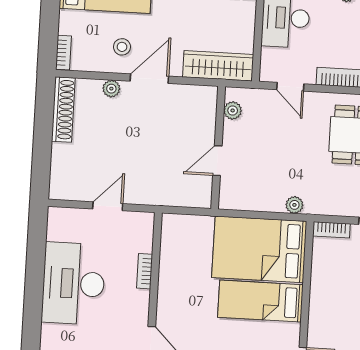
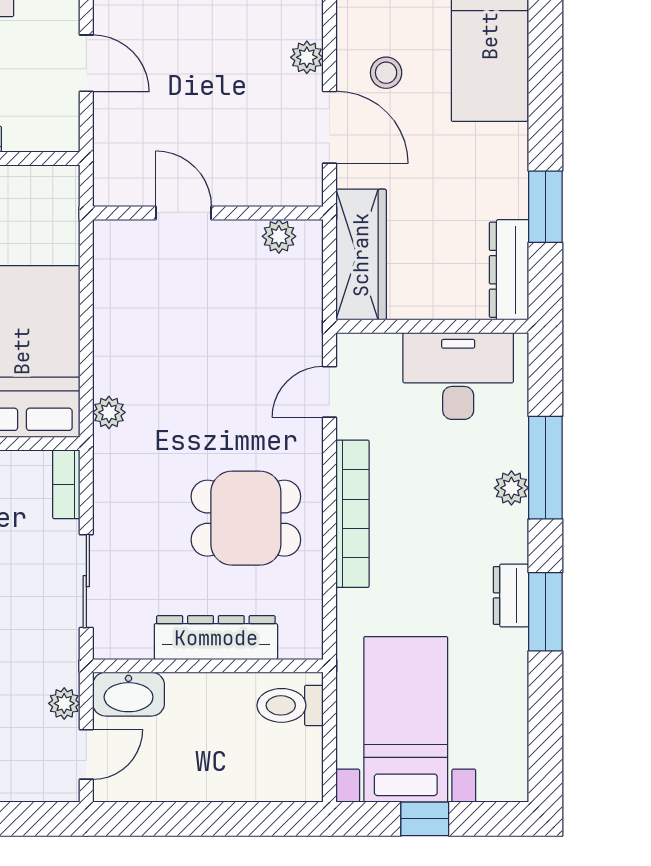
plant: (233, 110) -> (279, 236), moved
wall: (218, 148) -> (208, 213), moved
door: (217, 161) -> (184, 213), moved

